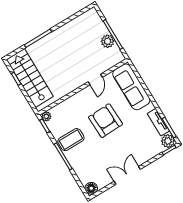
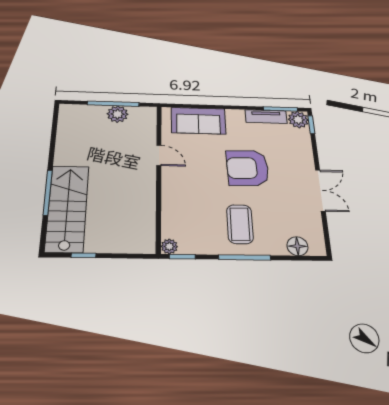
stairs: (30, 78) -> (67, 208), moved, turned 90
sofa: (131, 87) -> (198, 121), width x0.73
armchair: (105, 121) -> (248, 168), moved
coffee table: (71, 140) -> (240, 224), moved
double door: (127, 175) -> (320, 190), swing flipped
floor lamp: (91, 188) -> (297, 246), moved

